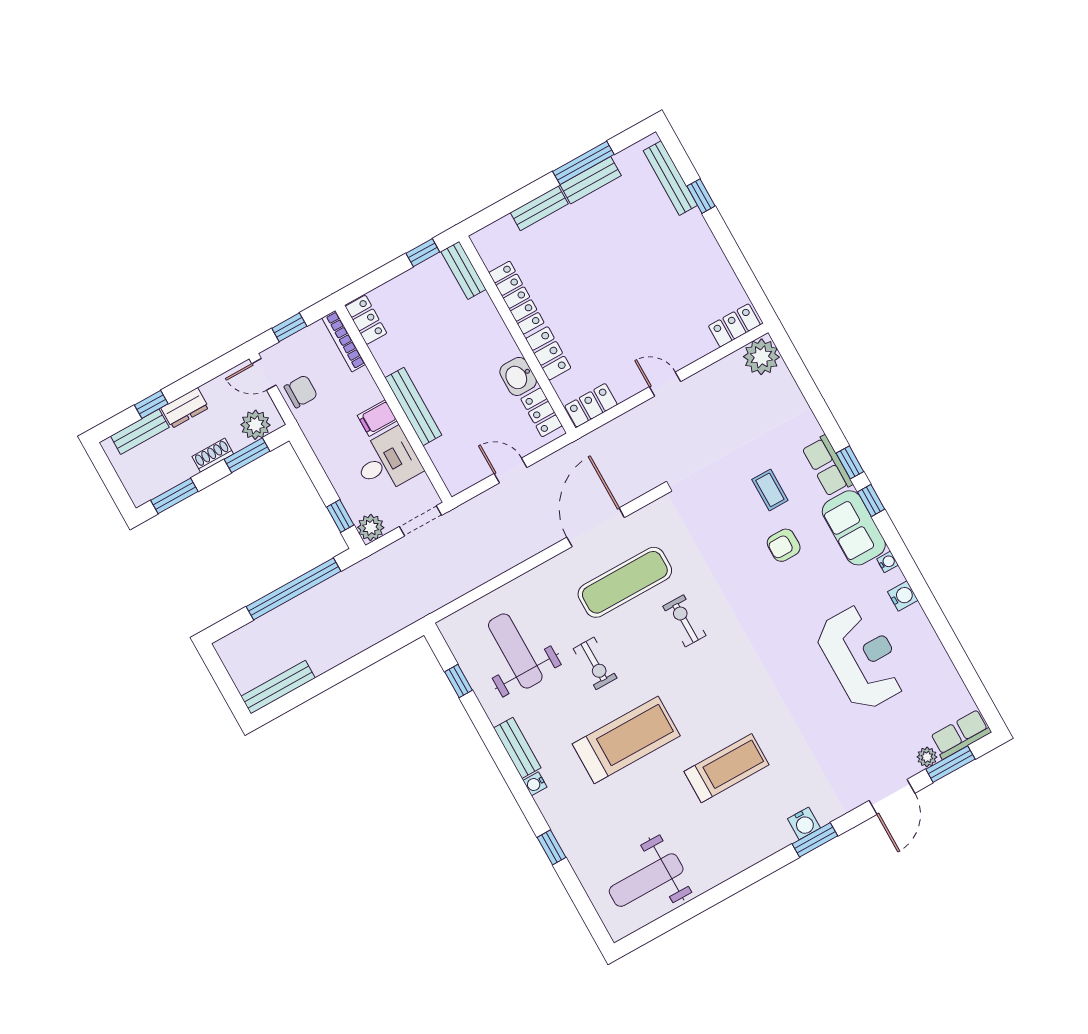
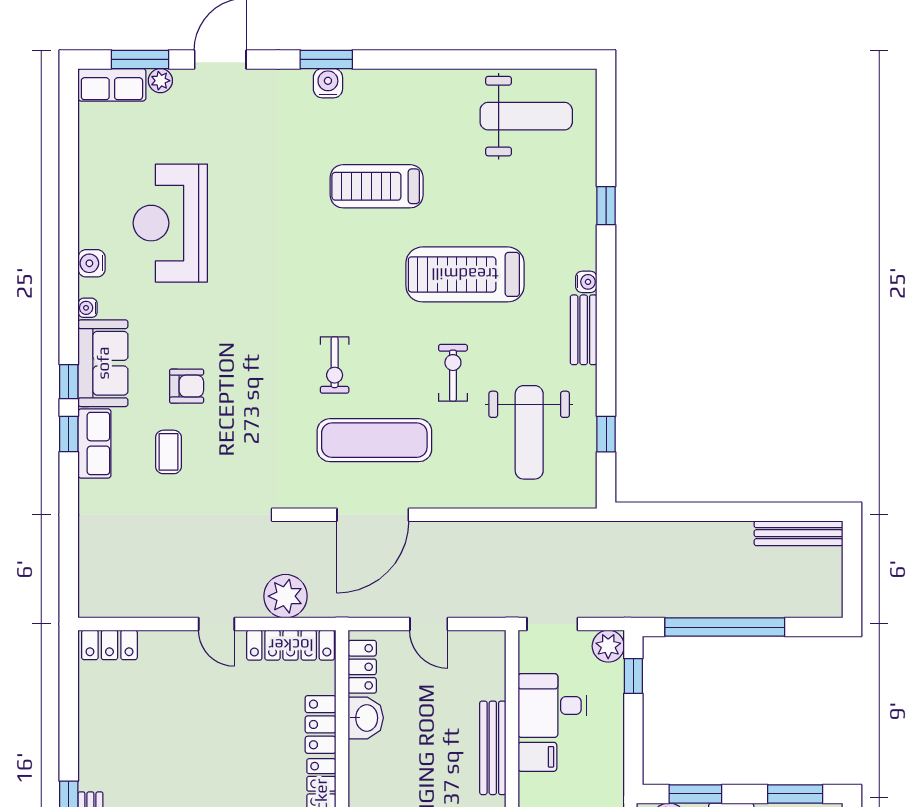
plant: (761, 357) -> (286, 596), moved
locker: (591, 405) -> (291, 645), width x1.53

